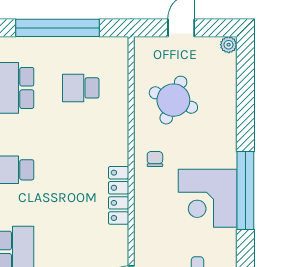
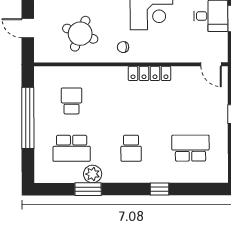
school desk: (81, 88) -> (71, 101), turned 180

